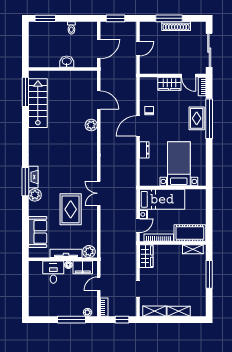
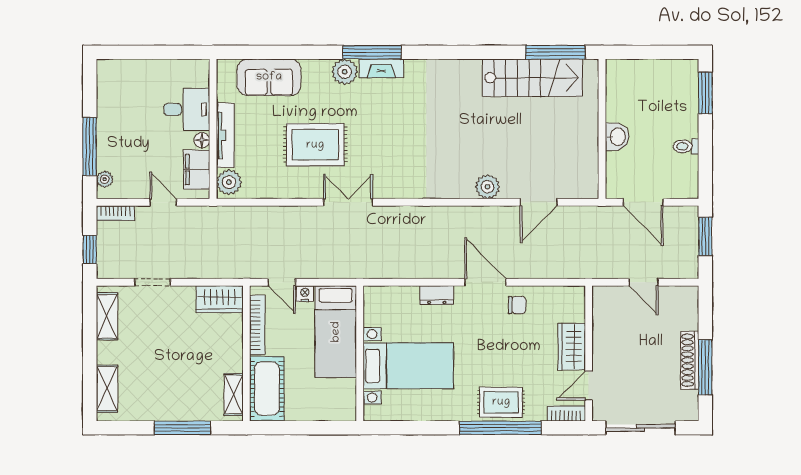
window: (169, 18) -> (705, 367), moved
shelving: (179, 311) -> (107, 389), moved

